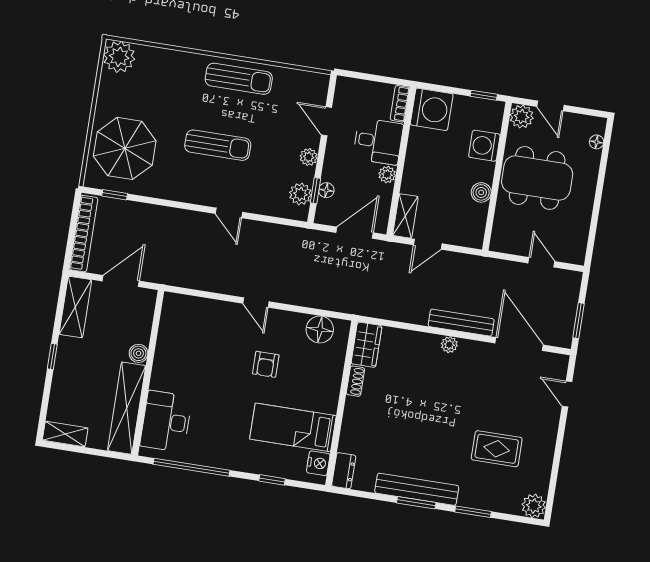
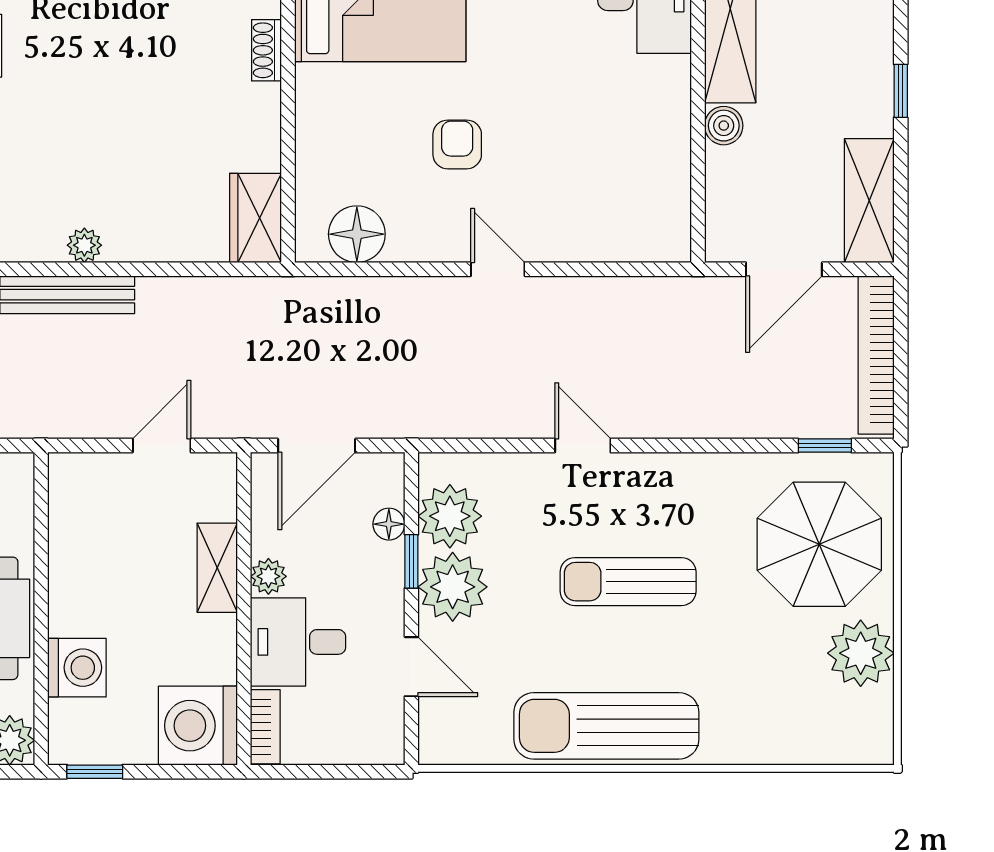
plant: (119, 57) -> (861, 653), moved
sun lounger: (239, 79) -> (606, 726), width x1.36, depth x1.34
plant: (309, 157) -> (453, 587), width x1.88, depth x1.88
window: (315, 191) -> (411, 561), moved
boiler: (481, 192) -> (68, 570), removed
plant: (300, 194) -> (450, 516), width x1.36, depth x1.36
shelving: (405, 216) -> (217, 568), moved
shoe rack: (355, 381) -> (266, 50), moved

